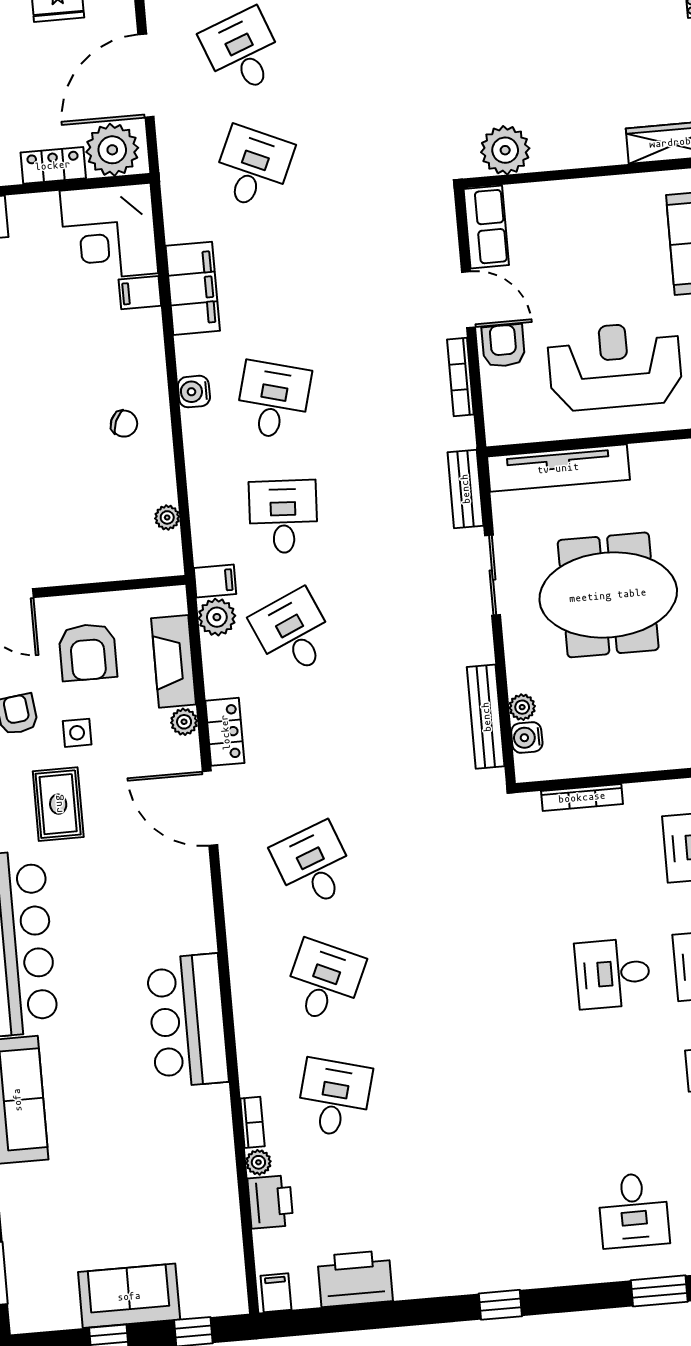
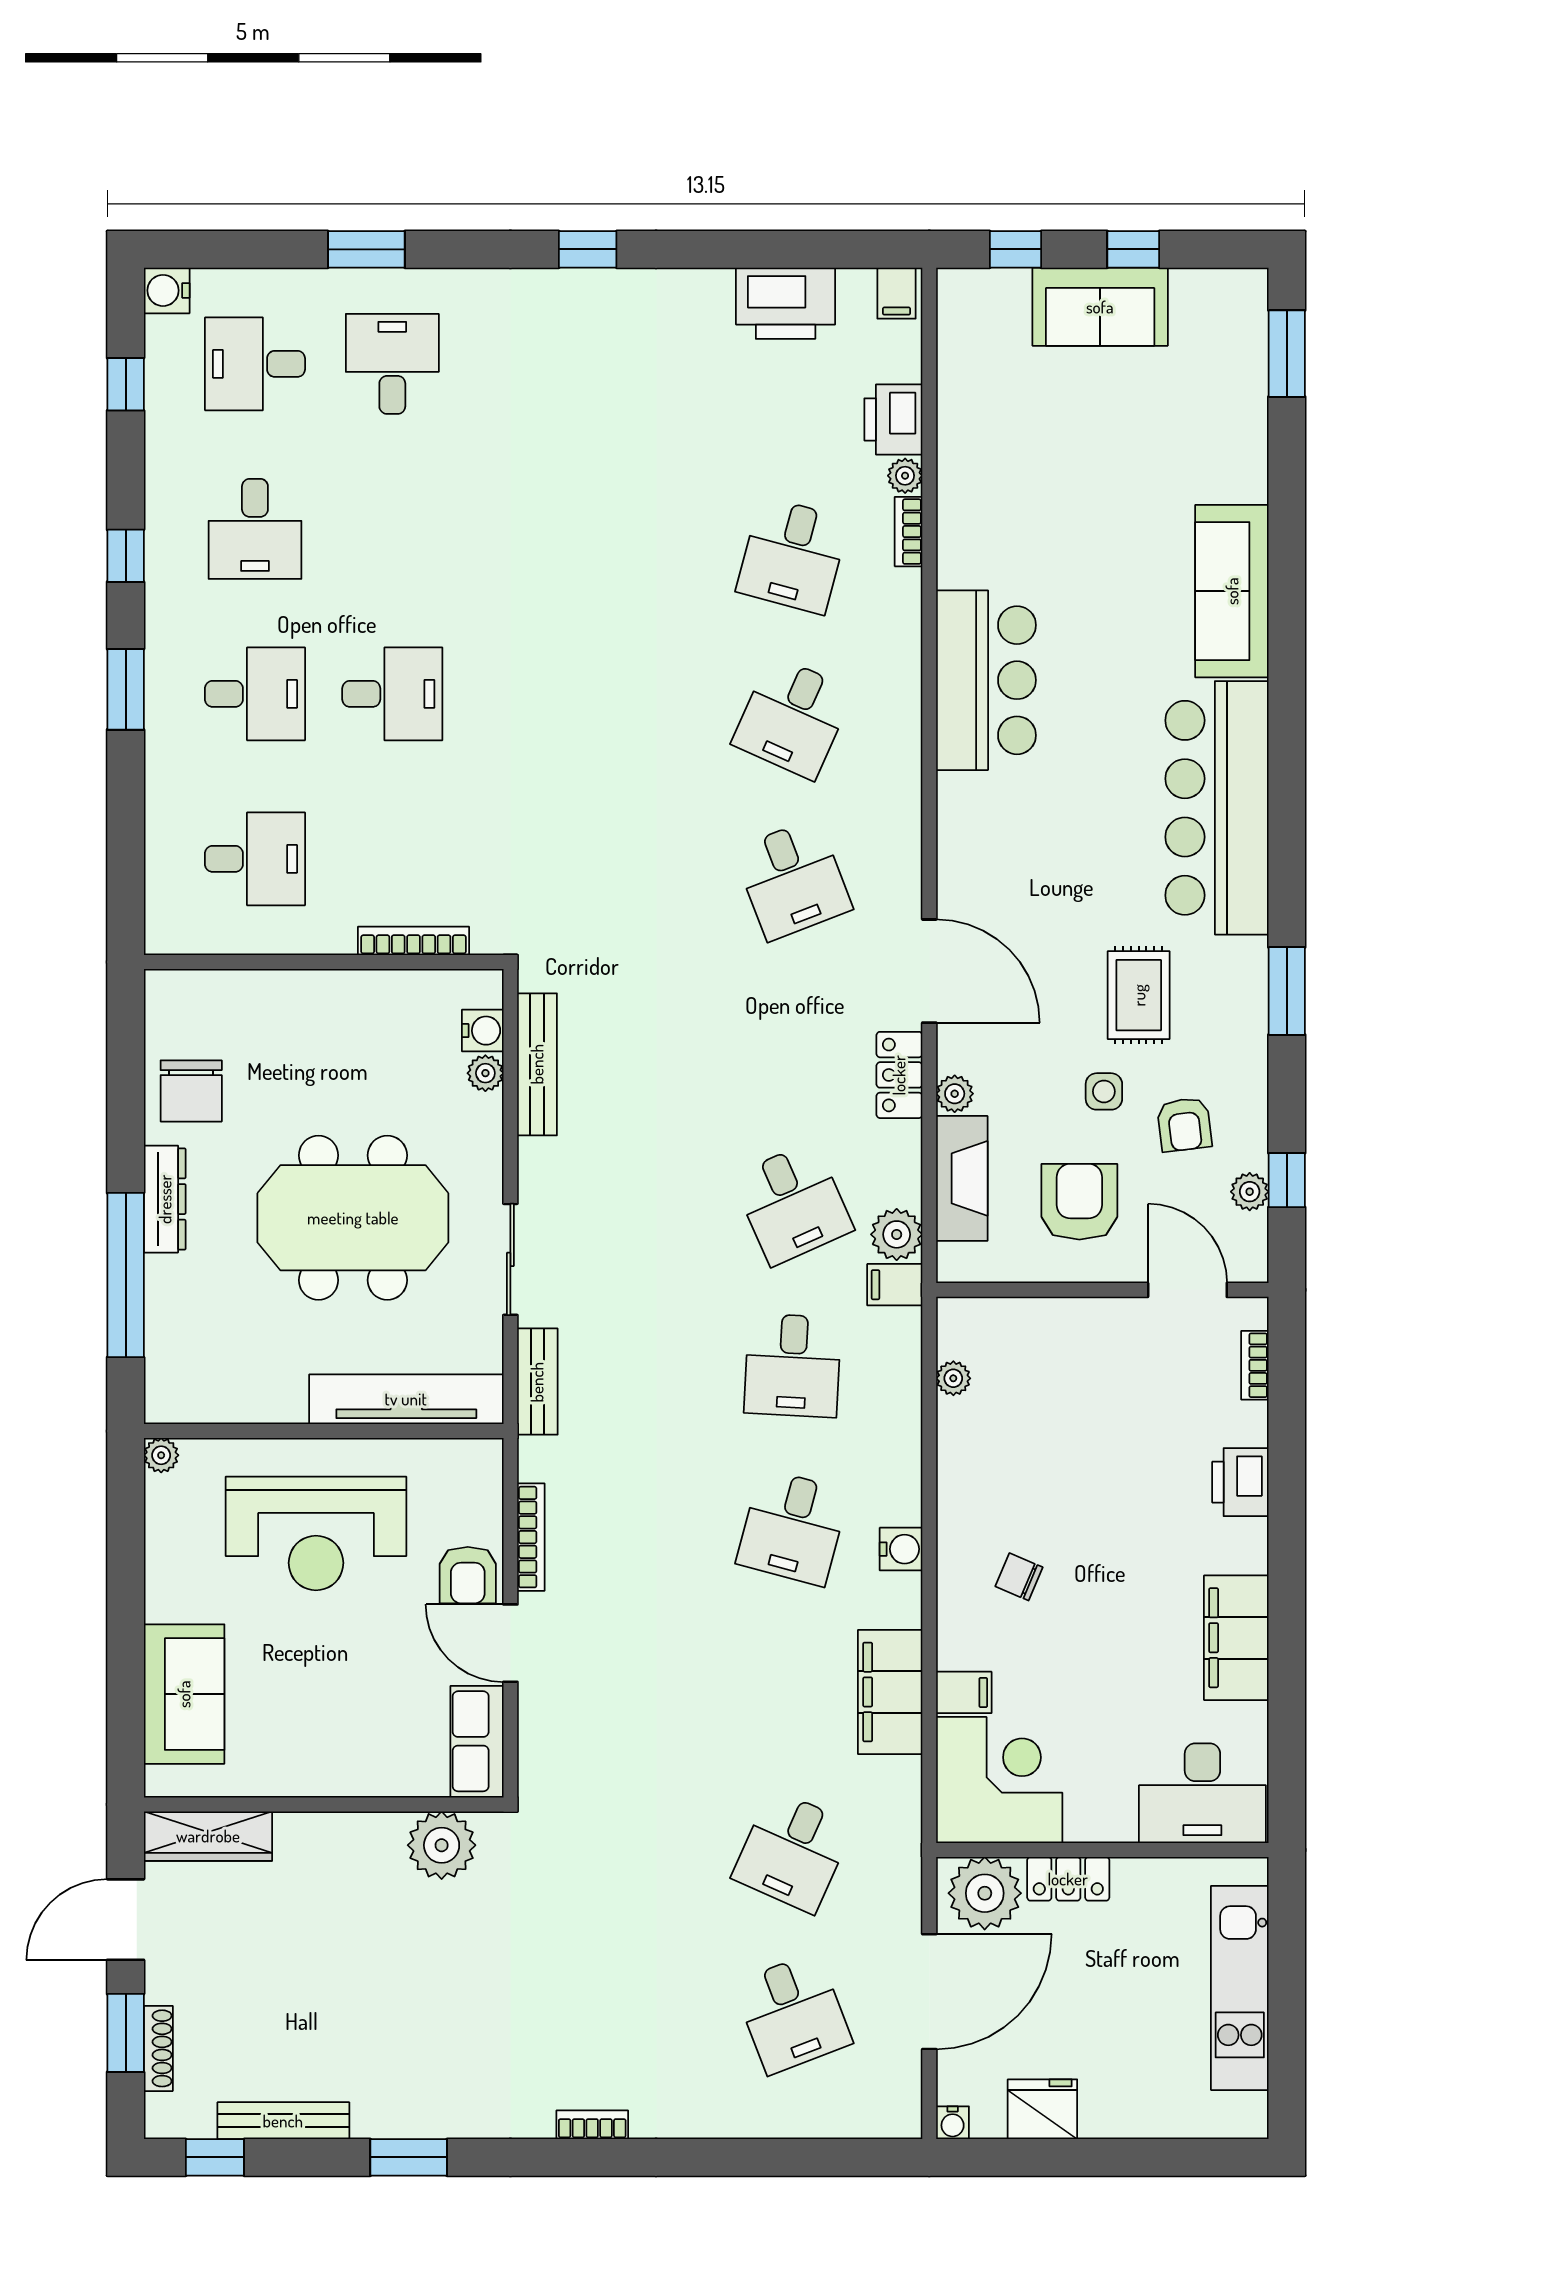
chair: (124, 424) -> (1019, 1577), moved

